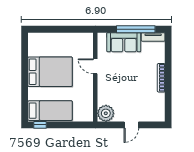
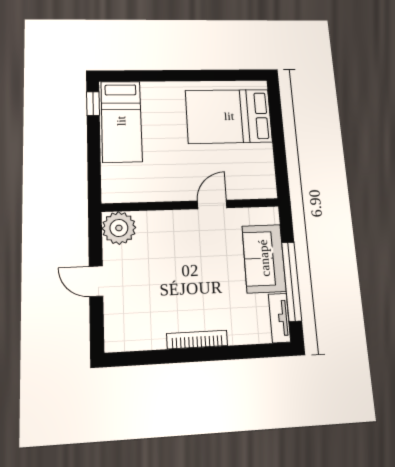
bed: (50, 72) -> (229, 116), moved, turned 90

